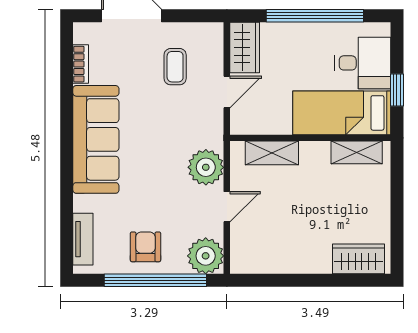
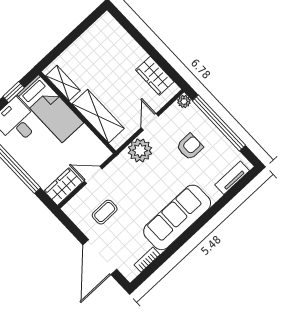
shelving: (272, 153) -> (98, 116), width x1.50, depth x1.33
door: (227, 207) -> (150, 122), hinge flipped
armchair: (145, 247) -> (190, 147), moved, turned 180
plant: (206, 256) -> (184, 101), width x0.53, depth x0.53
wardrobe: (358, 259) -> (155, 76), moved

